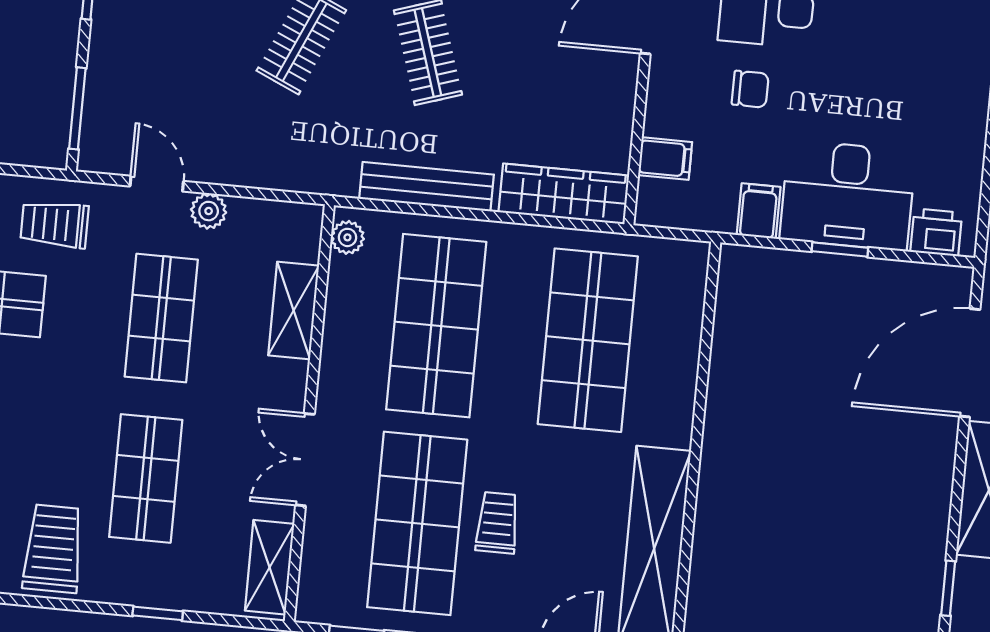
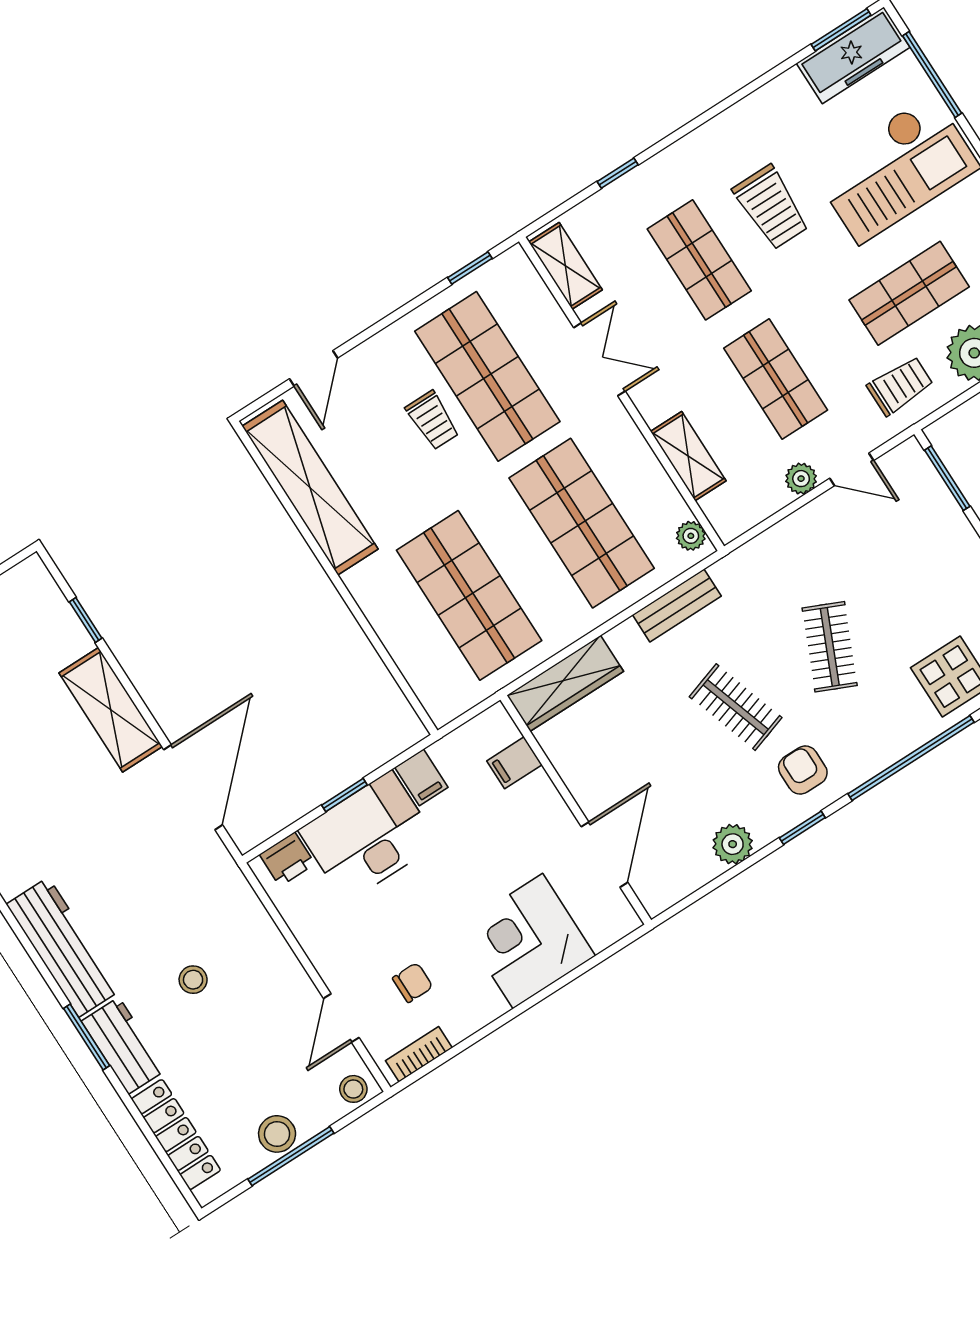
chair: (750, 89) -> (413, 983), moved, turned 180
bench: (426, 187) -> (677, 605), width x0.73
trolley: (53, 549) -> (771, 207), moved

